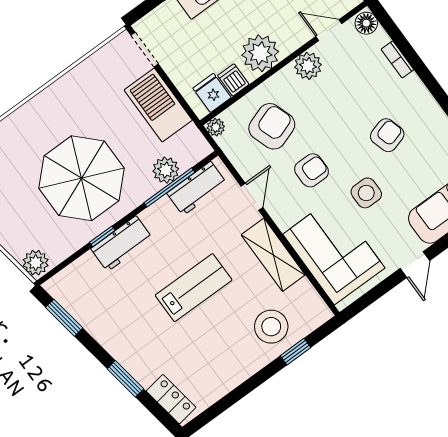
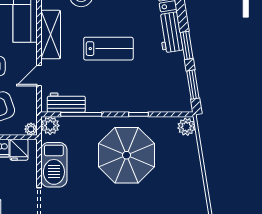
plant: (166, 170) -> (50, 126), moved
workbench: (122, 244) -> (170, 32), moved, turned -99
lab bench: (194, 288) -> (108, 49), turned 180
window: (125, 379) -> (187, 45), moved

